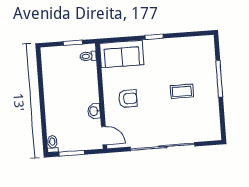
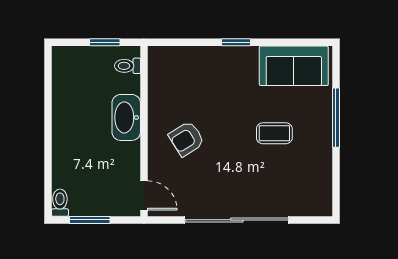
sofa: (122, 54) -> (294, 66), moved
armchair: (128, 99) -> (187, 139), turned 148
washbasin: (94, 111) -> (126, 117), moved, width x1.91, depth x1.45

